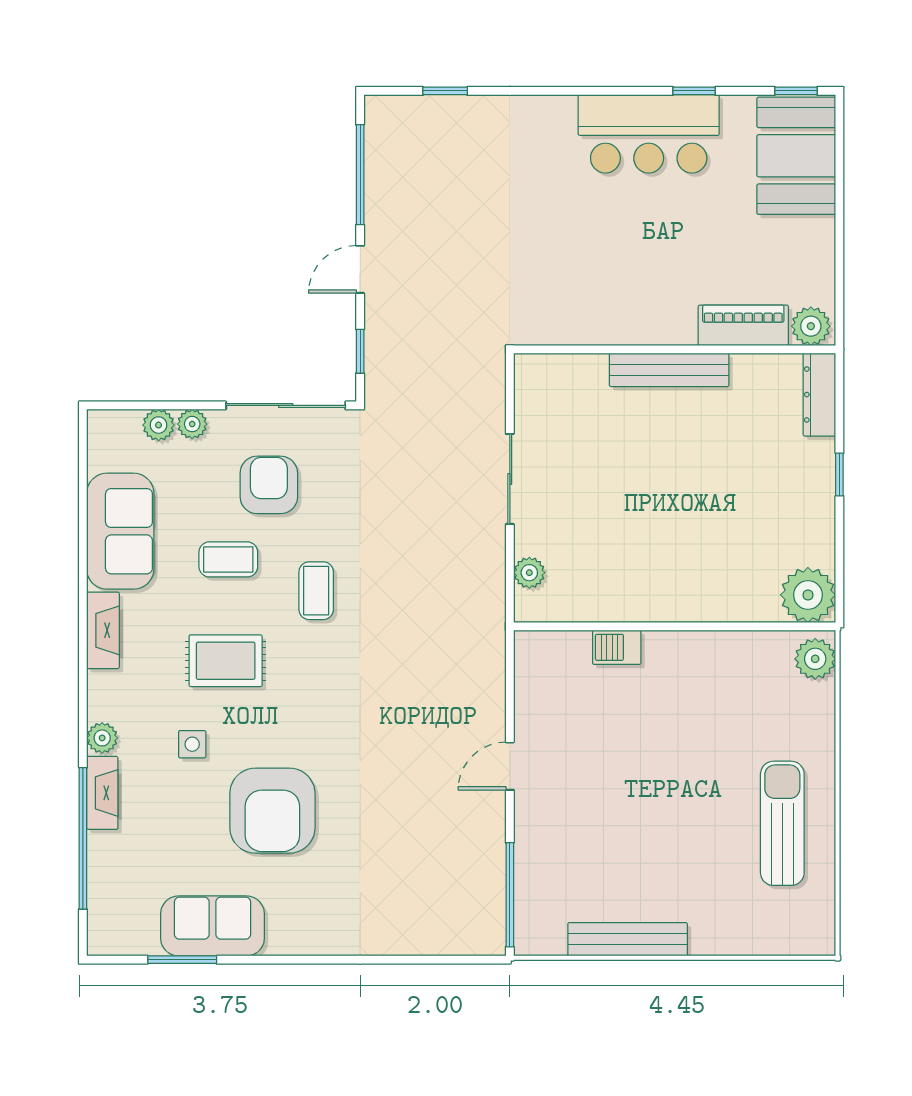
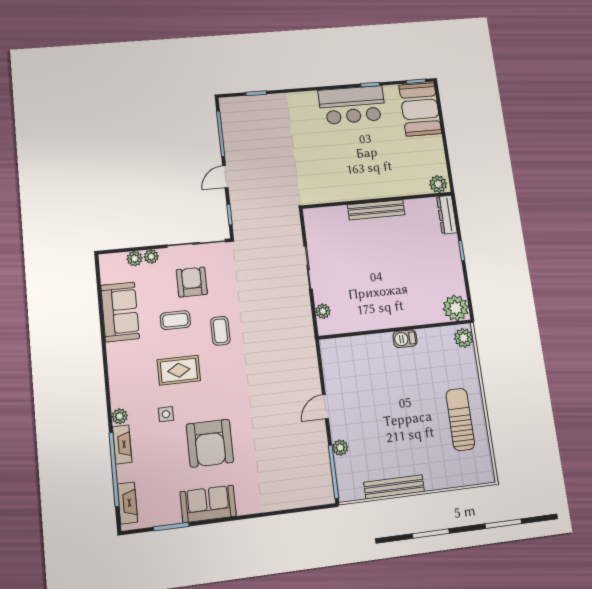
piano: (743, 325) -> (407, 187), removed
fireplace: (103, 630) -> (127, 503), moved
barbecue: (617, 647) -> (405, 339), moved
plant: (530, 850) -> (340, 448), added
sofa: (213, 926) -> (208, 504), moved

